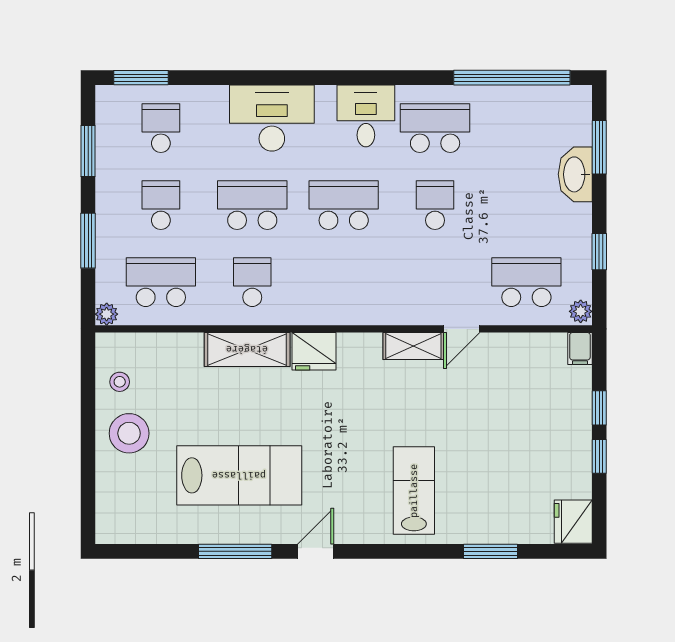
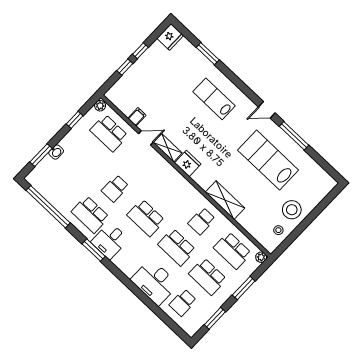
window: (141, 78) -> (94, 250), moved
desk: (272, 118) -> (155, 282), moved
washbasin: (575, 174) -> (56, 152), width x0.52, depth x0.69
school desk: (161, 205) -> (208, 277), width x1.85
filing cabinet: (580, 348) -> (137, 117), moved
fridge: (314, 351) -> (188, 163), moved
lab bench: (414, 491) -> (214, 99), turned 90

